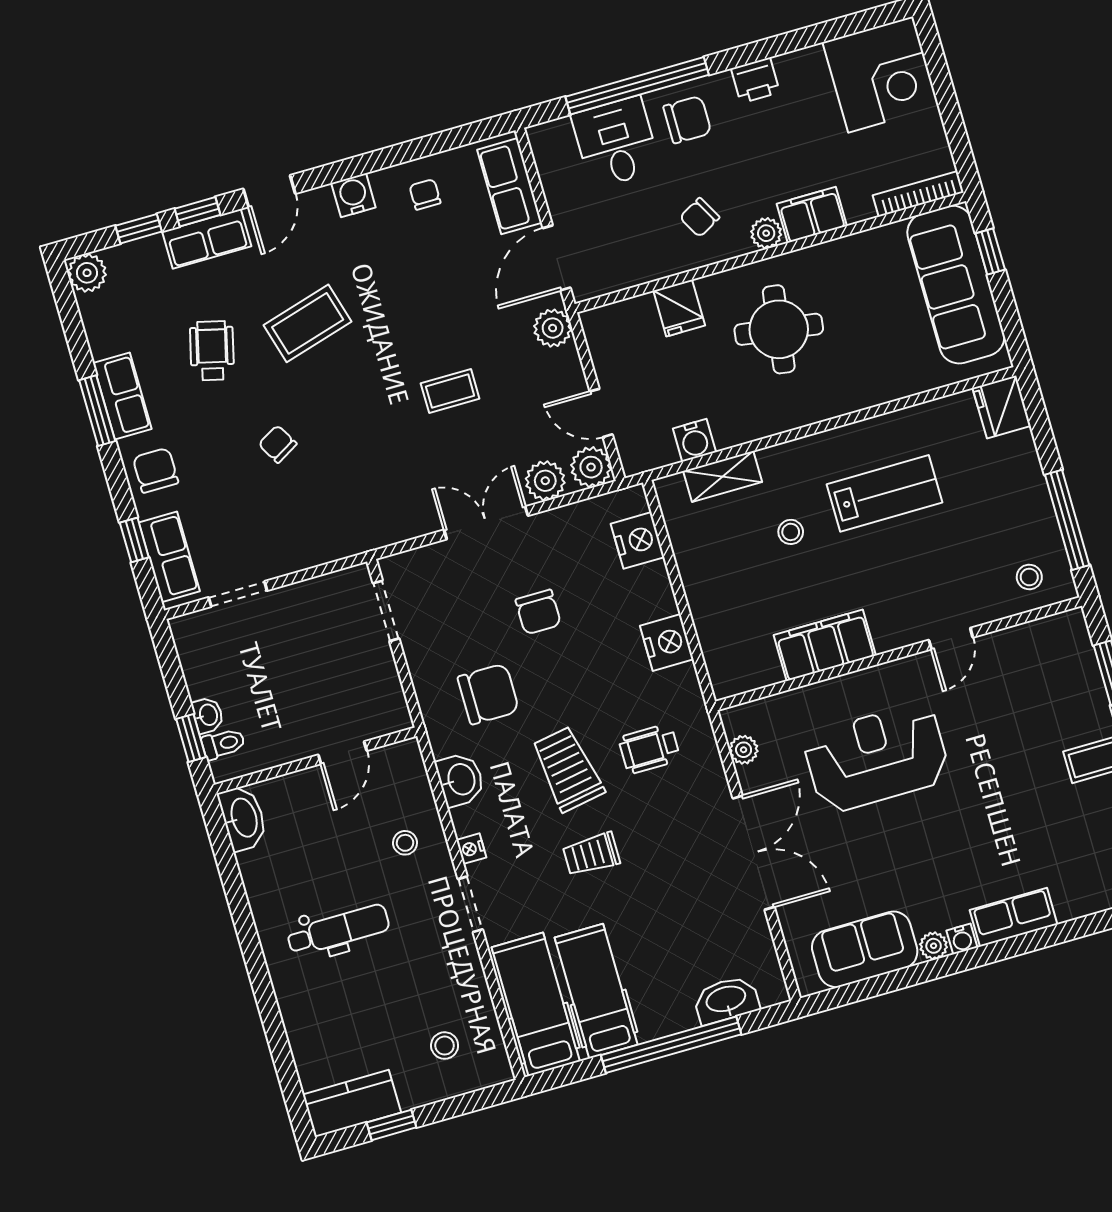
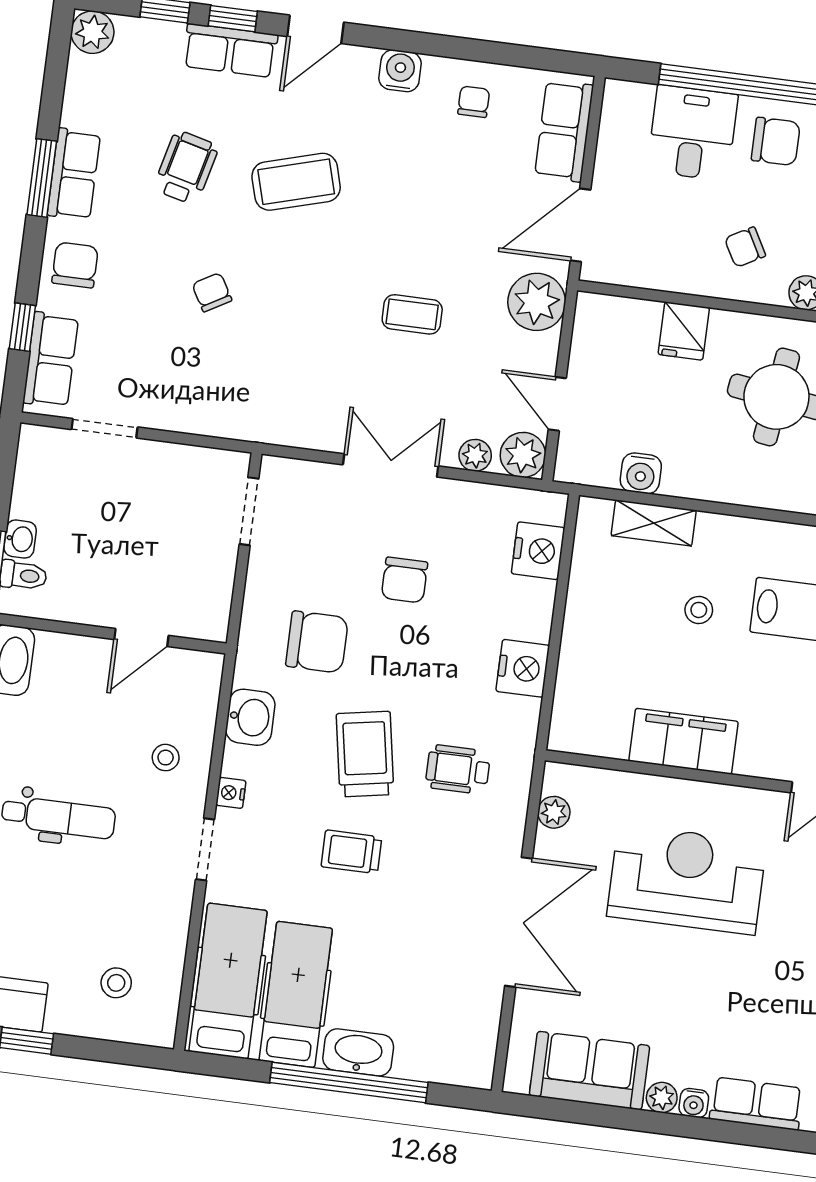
plant: (553, 328) -> (537, 302), width x1.36, depth x1.36
plant: (545, 481) -> (475, 455), width x0.73, depth x0.73
washbasin: (726, 1000) -> (358, 1052), moved

